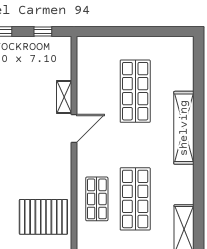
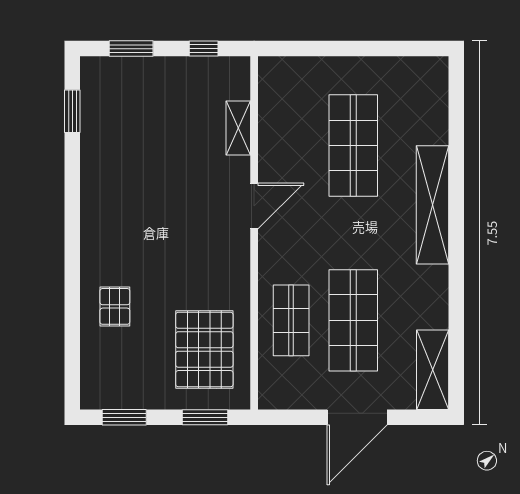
shelving: (64, 97) -> (238, 128), moved
pallet: (43, 217) -> (204, 349), turned 90

